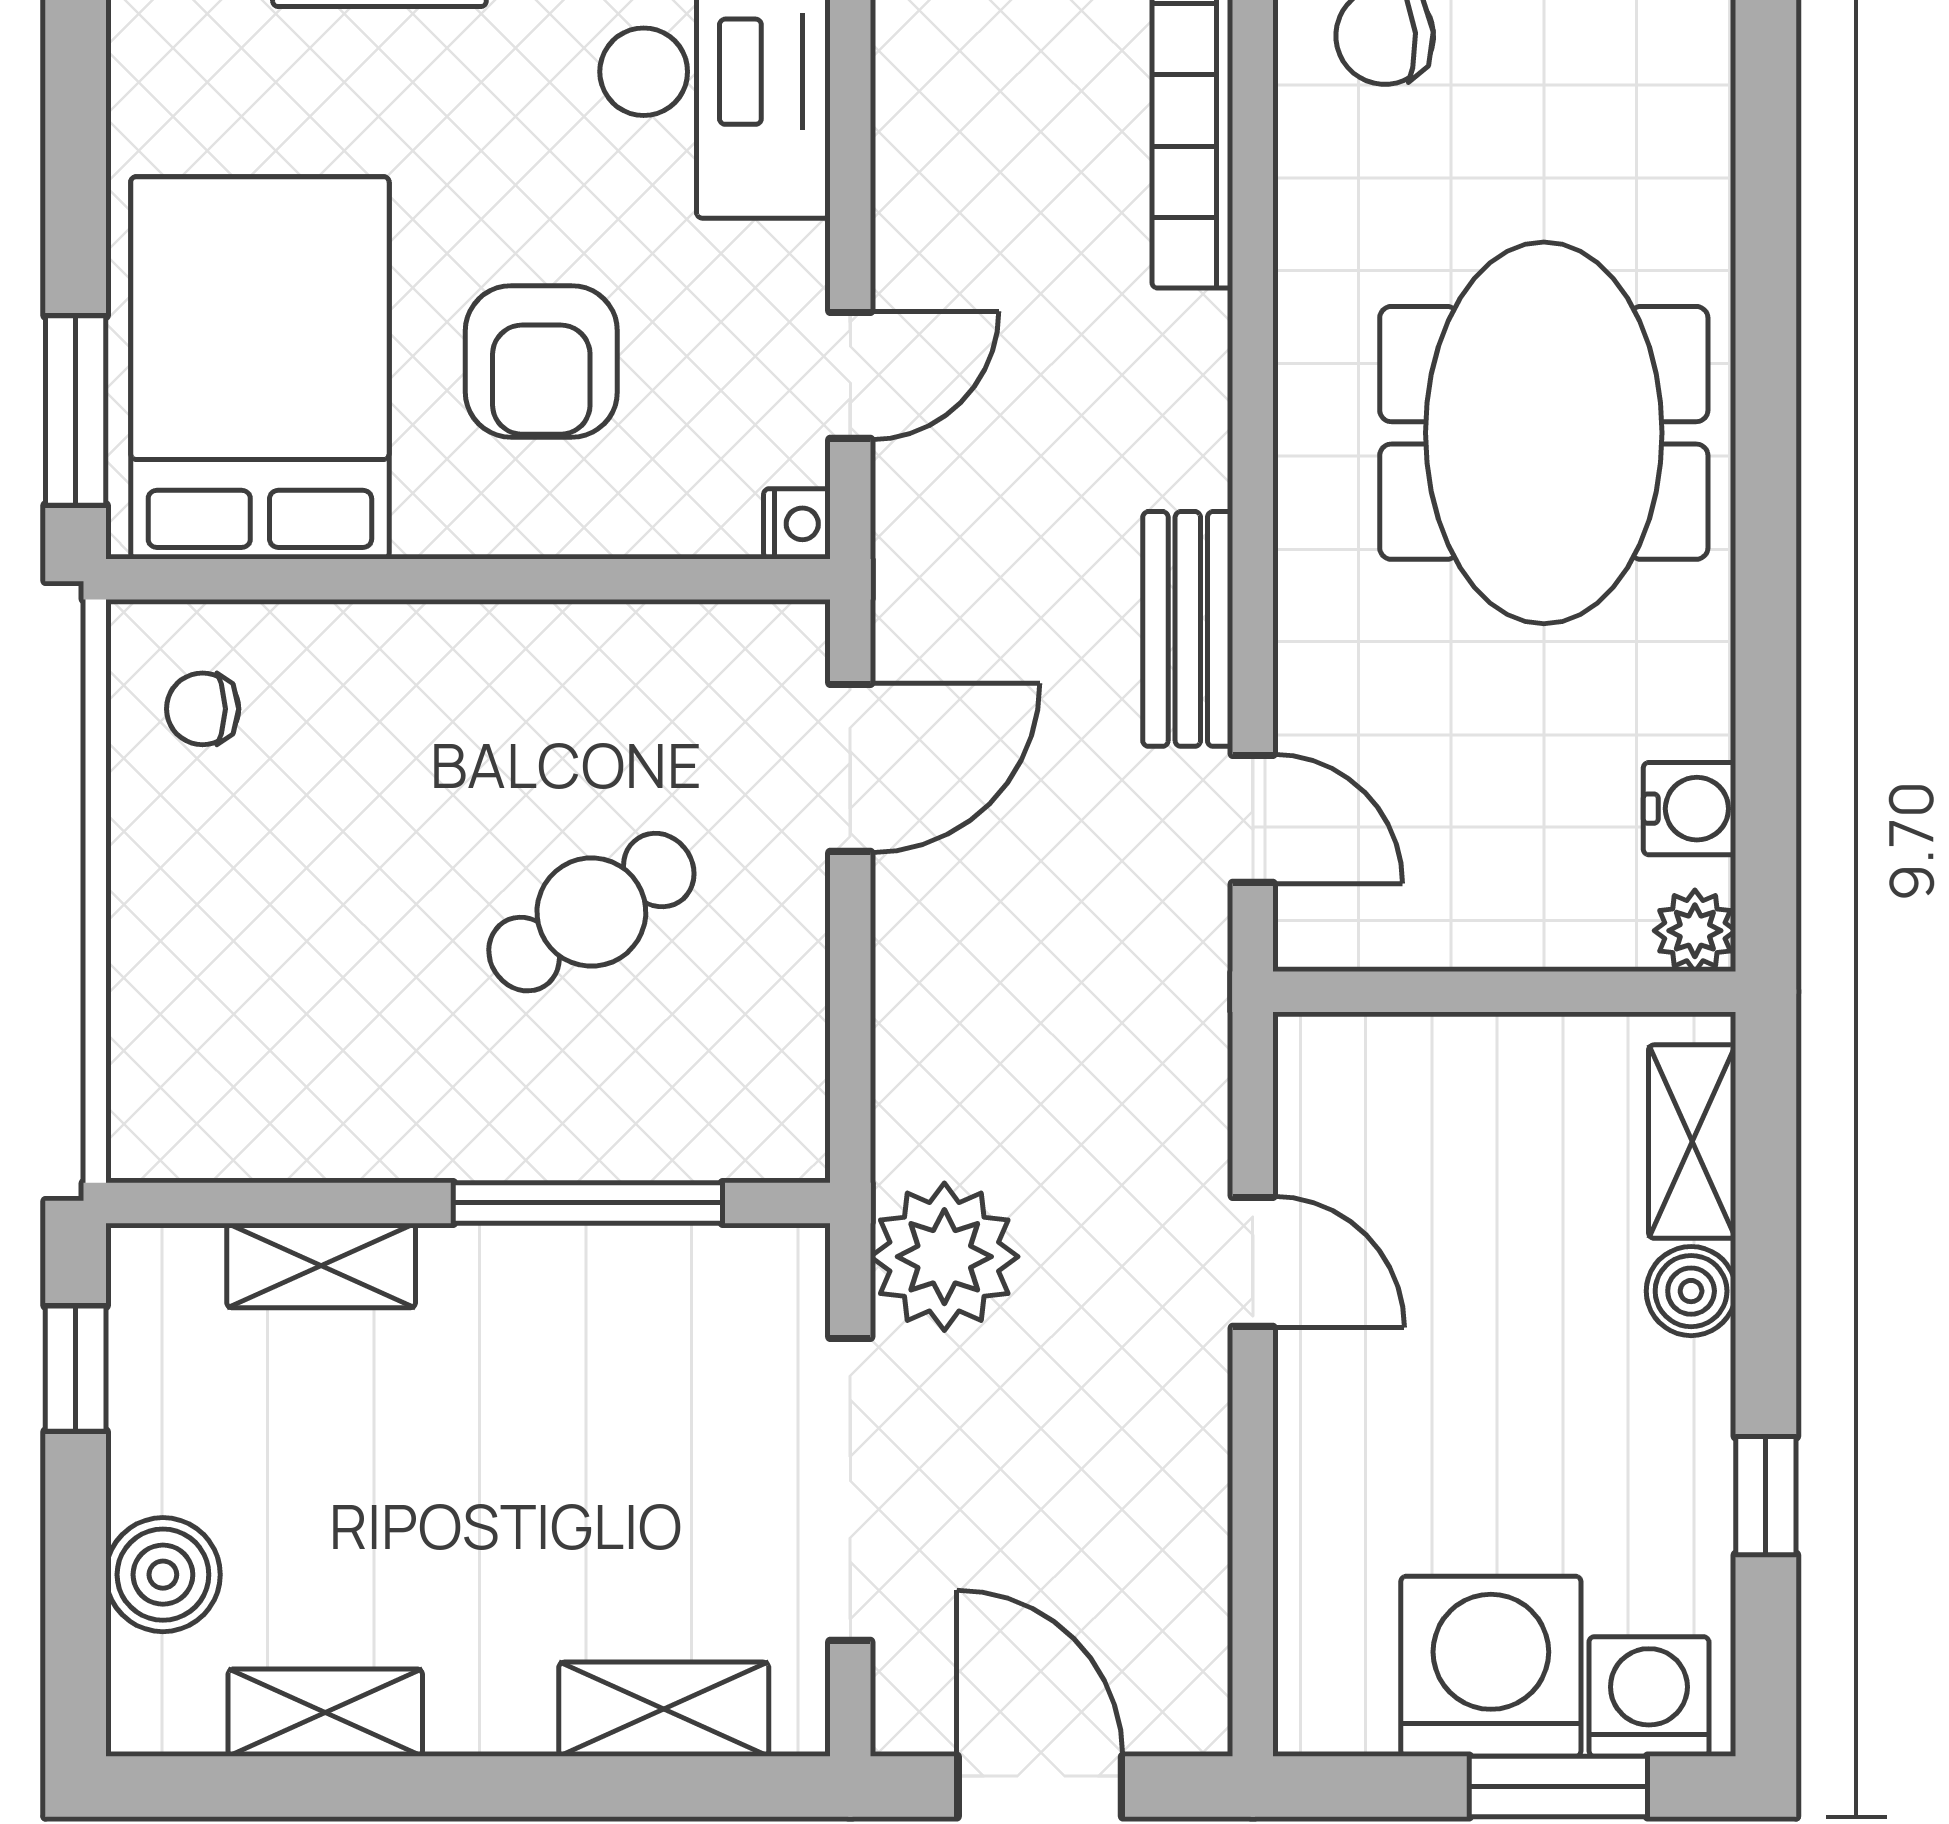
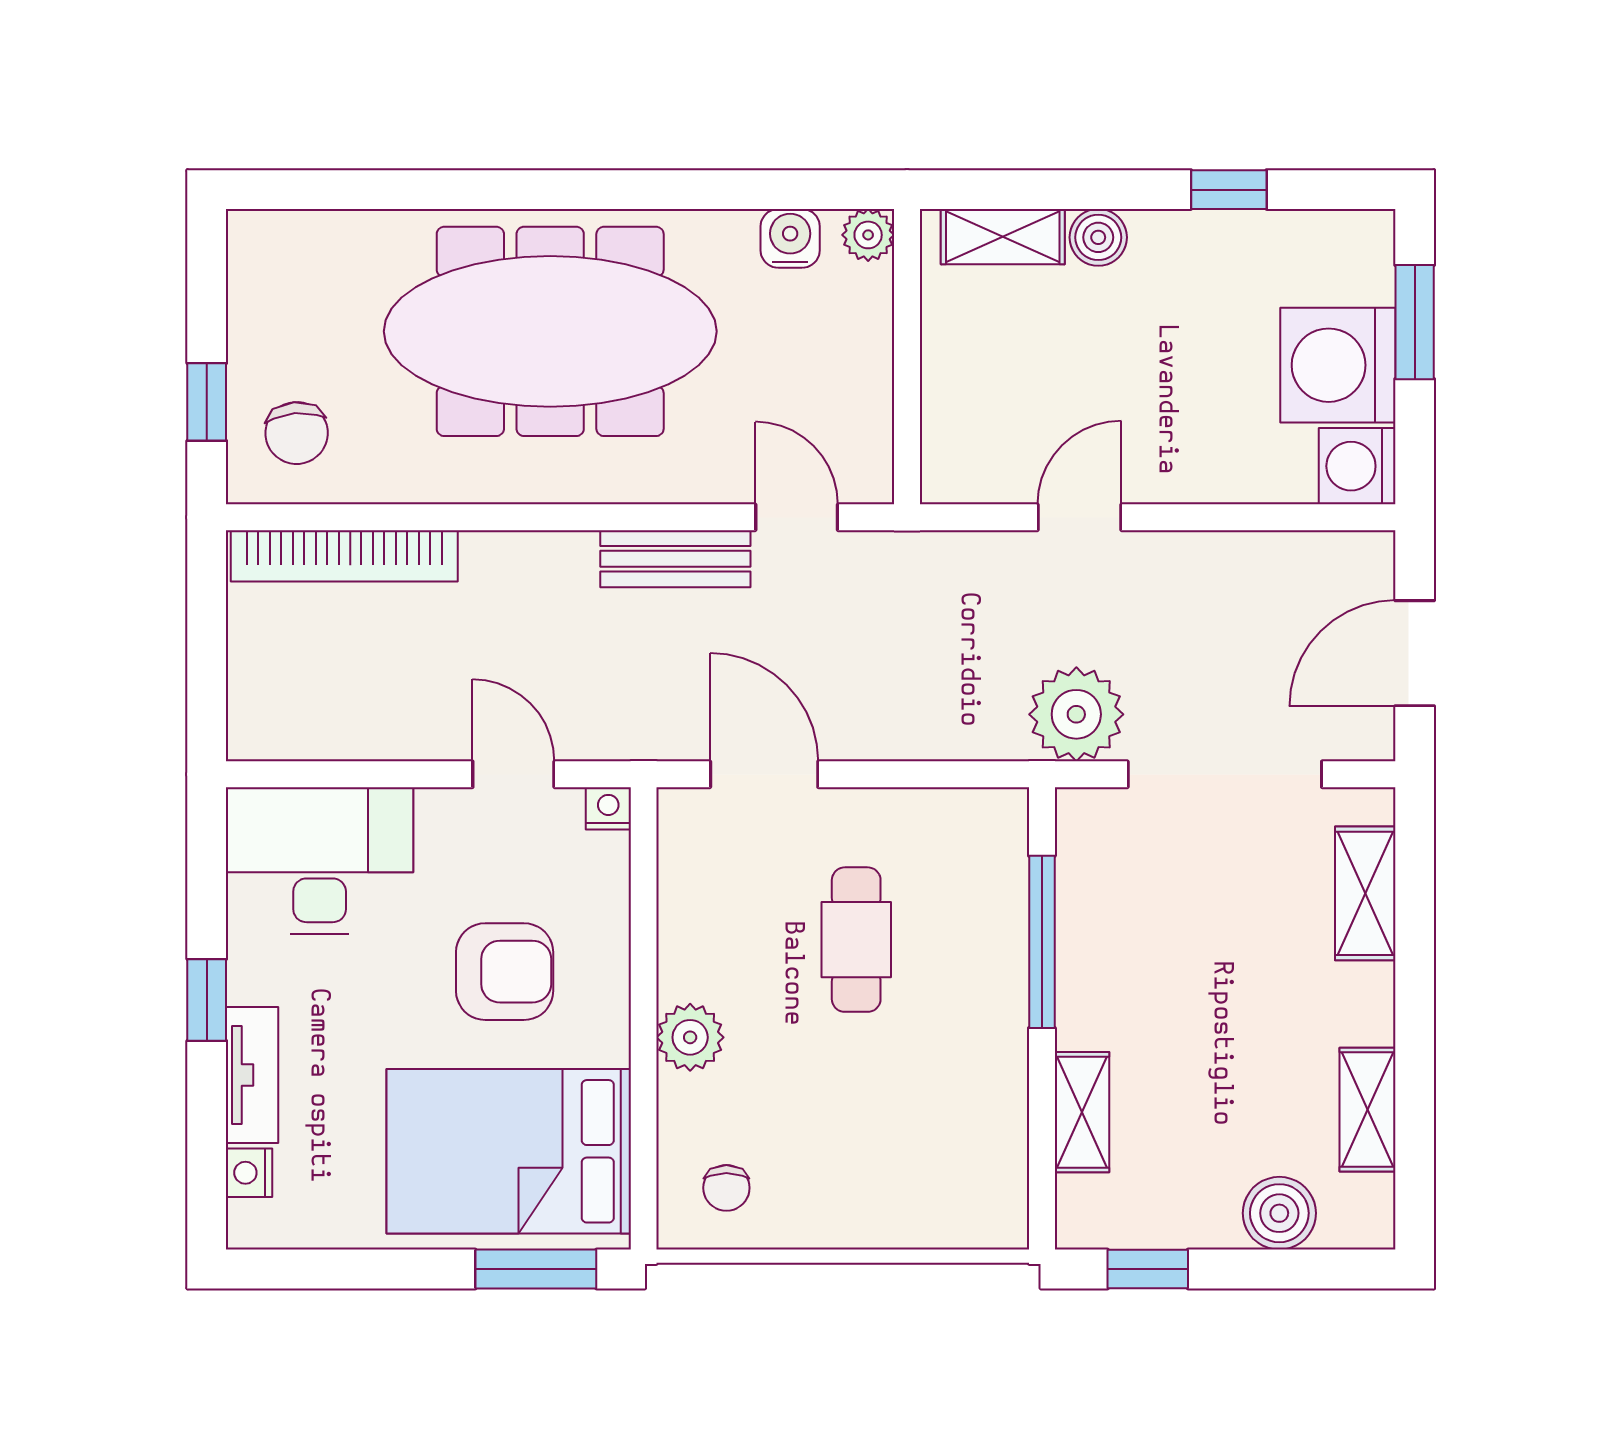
meeting table: (1544, 433) -> (550, 331), width x1.36
plant: (438, 652) -> (690, 1037), added
door: (1253, 819) -> (797, 517), hinge flipped
cafe table: (591, 912) -> (856, 940), turned 32
washing machine: (1649, 1696) -> (1357, 466), moved

